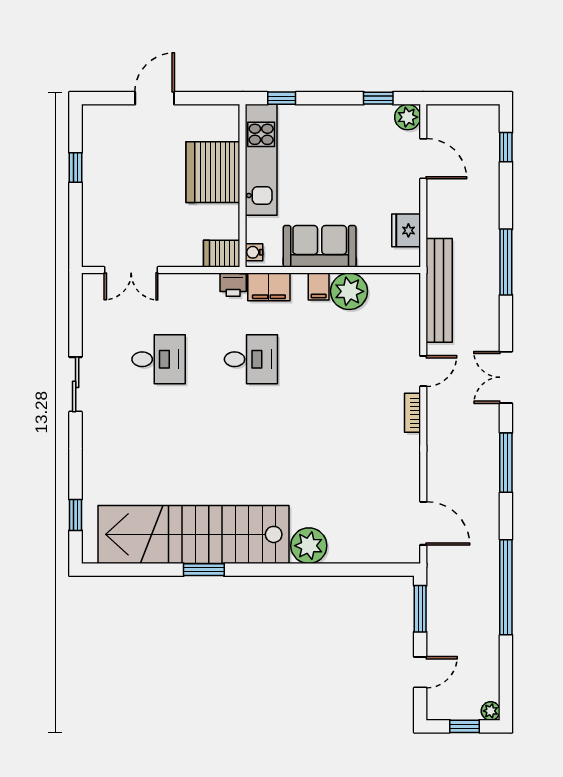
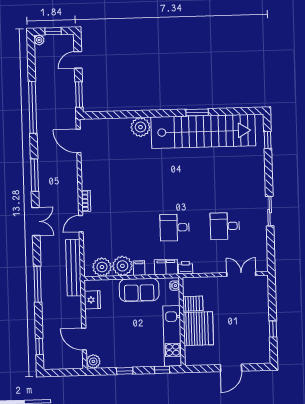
window: (378, 98) -> (125, 371), moved
server rack: (222, 254) -> (193, 304), moved
plant: (387, 290) -> (102, 267), added

